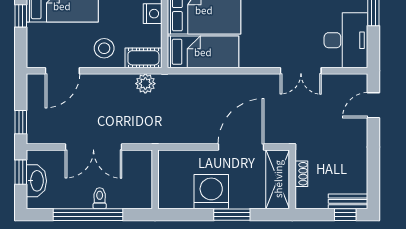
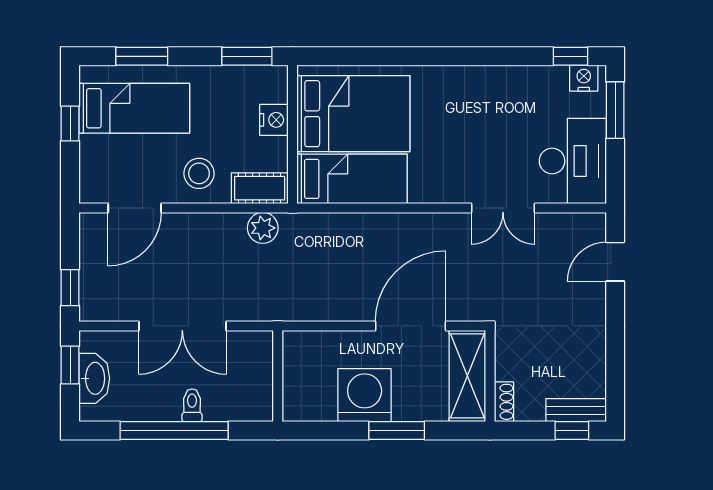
shoe rack: (301, 174) -> (504, 402), moved

